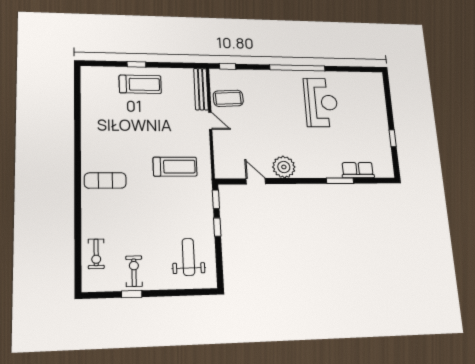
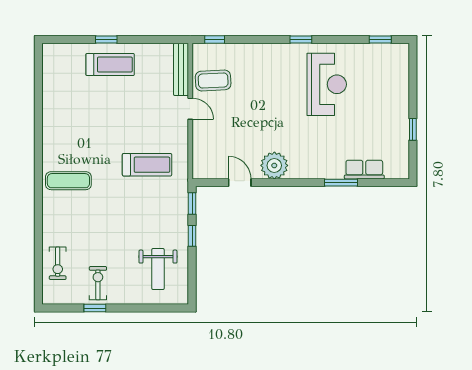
window: (297, 68) -> (301, 39), width x0.32
window: (360, 69) -> (380, 39), added
weight bench: (188, 257) -> (158, 269), turned 180

